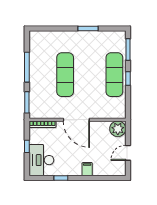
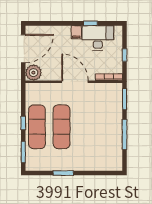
exercise mat: (65, 75) -> (62, 127), moved
door: (128, 153) -> (23, 49), width x1.88
desk: (41, 160) -> (98, 38), moved, turned -90
filing cabinet: (87, 169) -> (76, 32), moved

